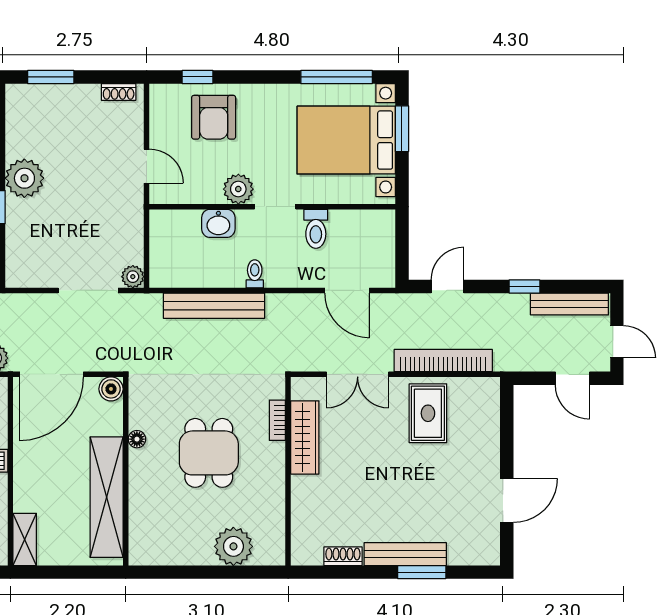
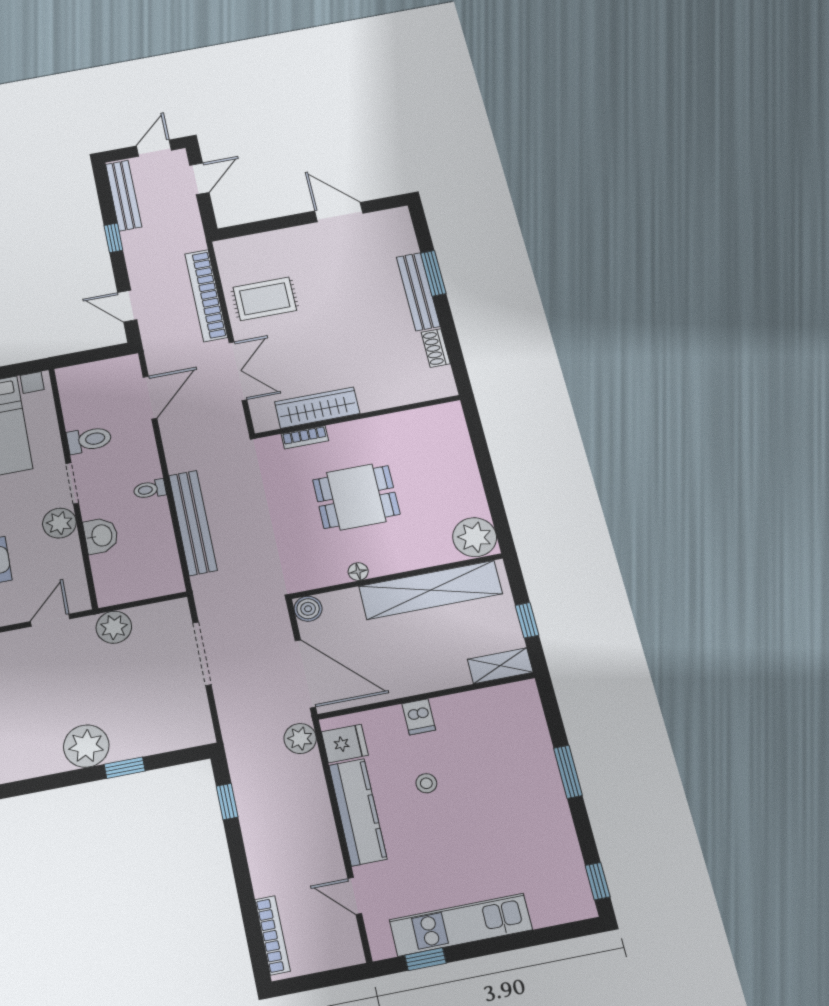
plant: (133, 277) -> (114, 627), moved, width x1.38, depth x1.38
plant: (233, 546) -> (475, 537), moved
window: (61, 572) -> (527, 620), added

